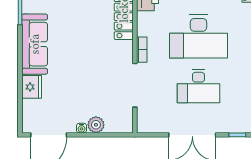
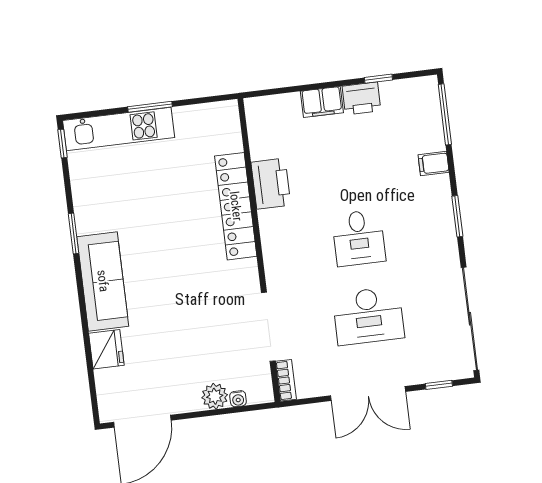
desk: (198, 37) -> (359, 238), width x0.53, depth x0.77
bookcase: (142, 50) -> (286, 380), moved
water cooler: (82, 128) -> (238, 399), moved

